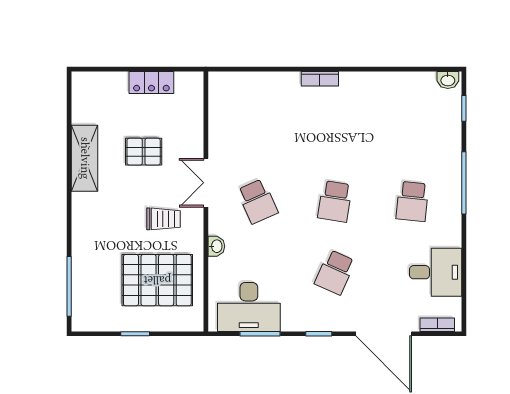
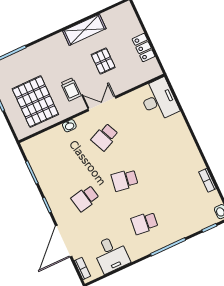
bookcase: (320, 79) -> (207, 180), moved
school desk: (335, 272) -> (85, 198), turned -36
desk: (249, 307) -> (159, 100), moved, turned 180

